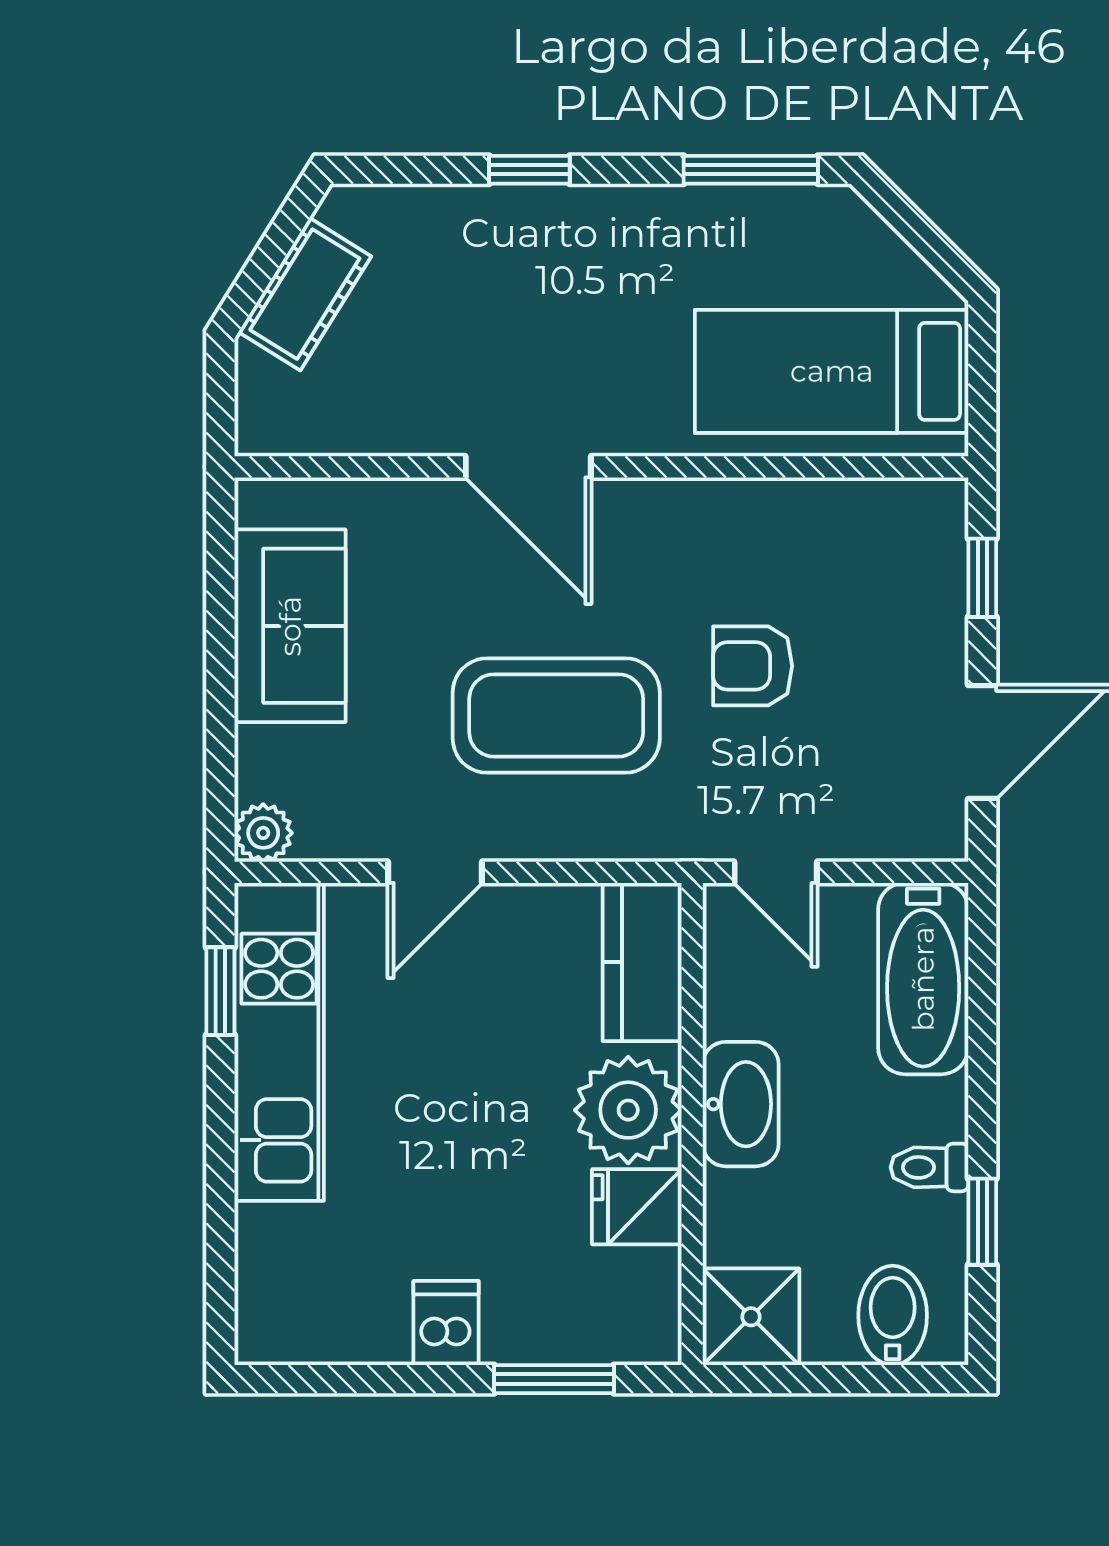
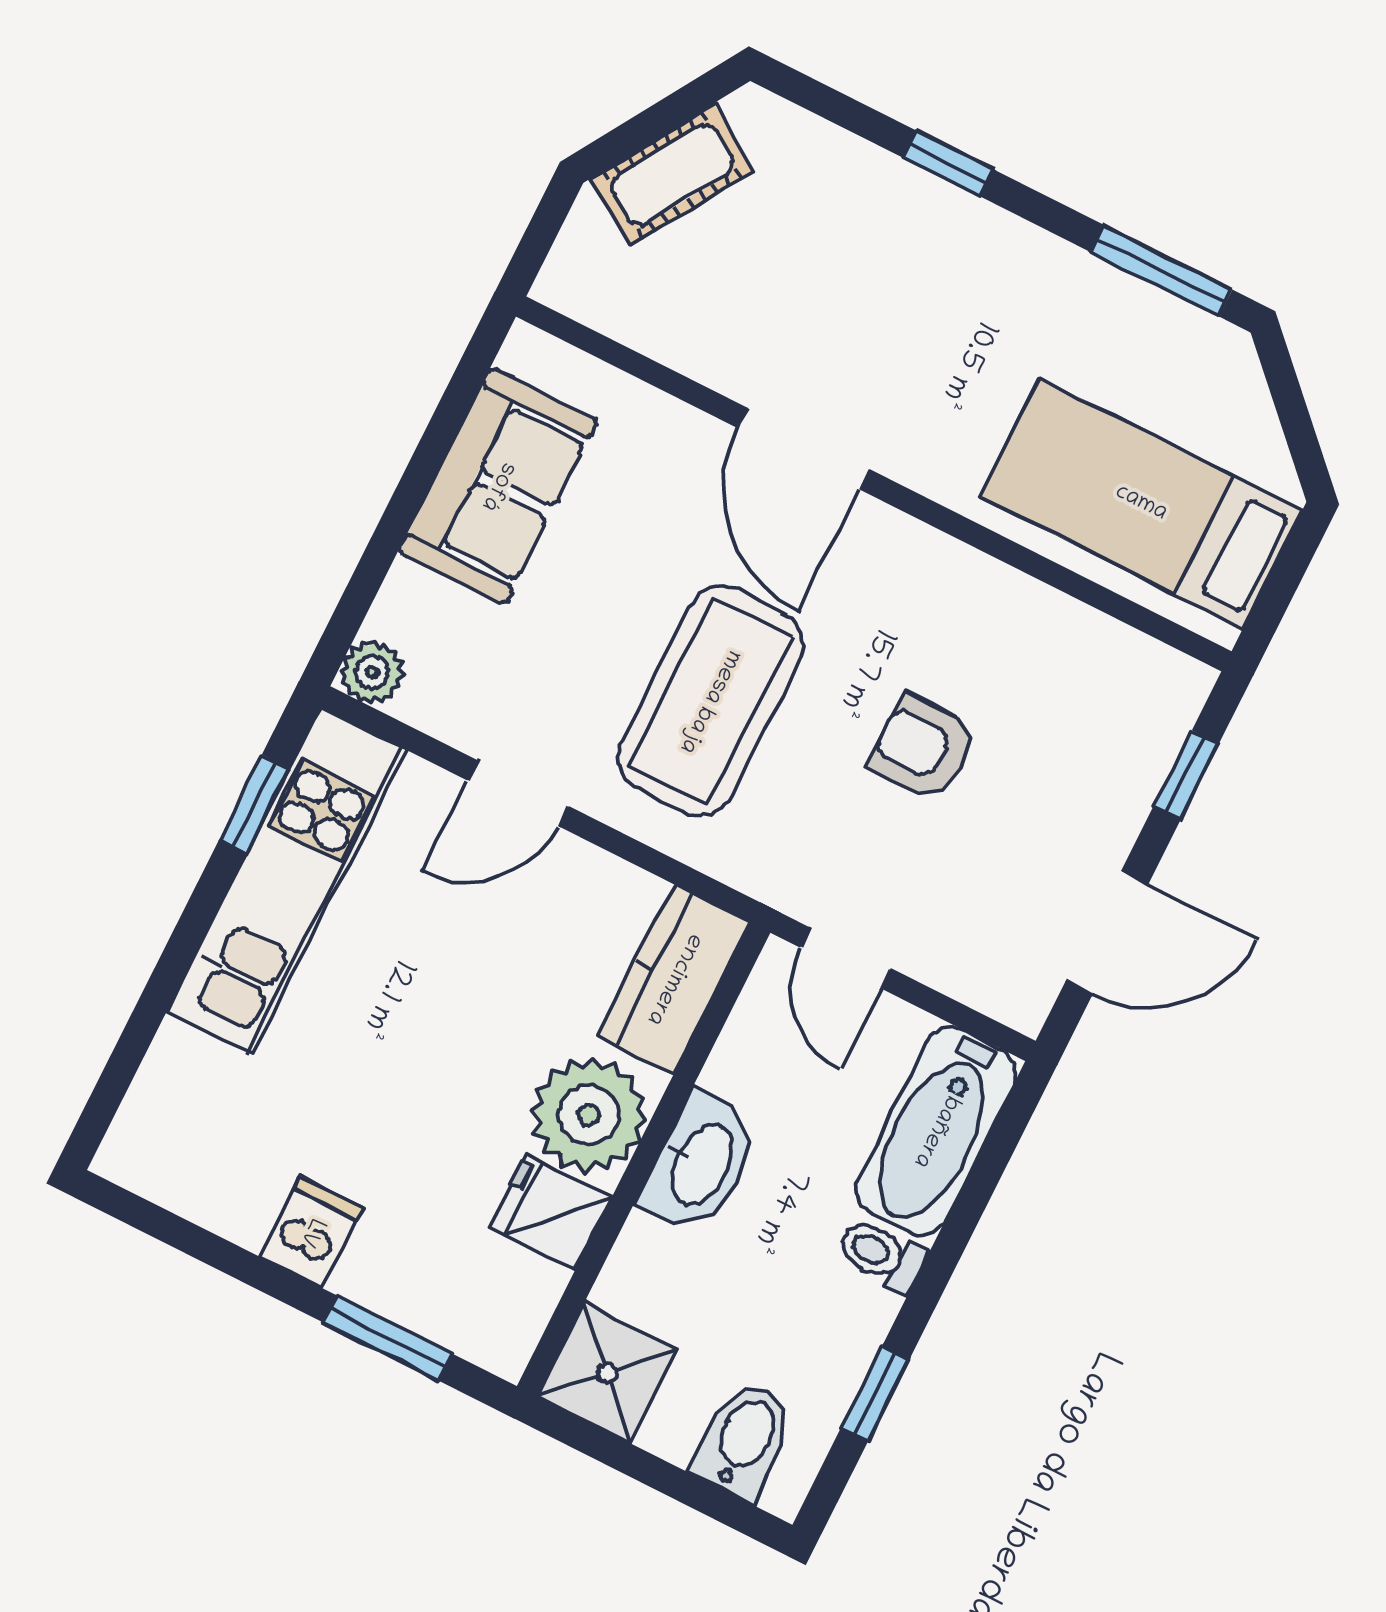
coffee table: (556, 715) -> (710, 701), turned 90
toilet: (929, 1167) -> (881, 1255), moved

